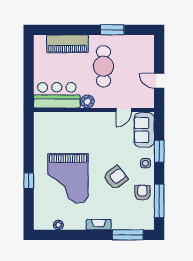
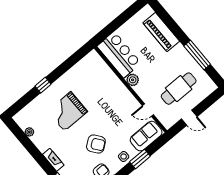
window: (112, 30) -> (197, 55), width x1.44
cafe table: (103, 66) -> (179, 89), moved
door: (159, 81) -> (189, 118), swing flipped
grand piano: (68, 178) -> (67, 111), width x0.73, depth x0.68

